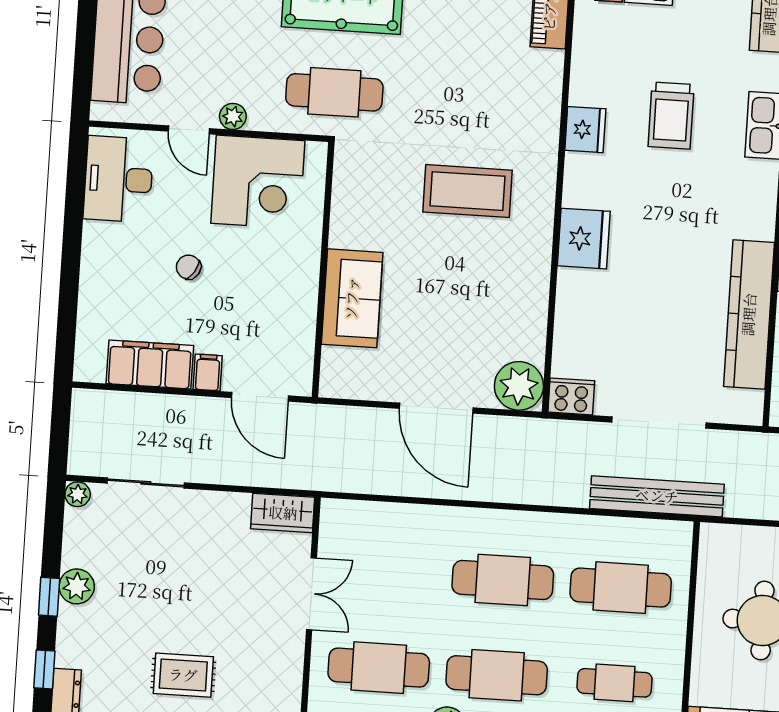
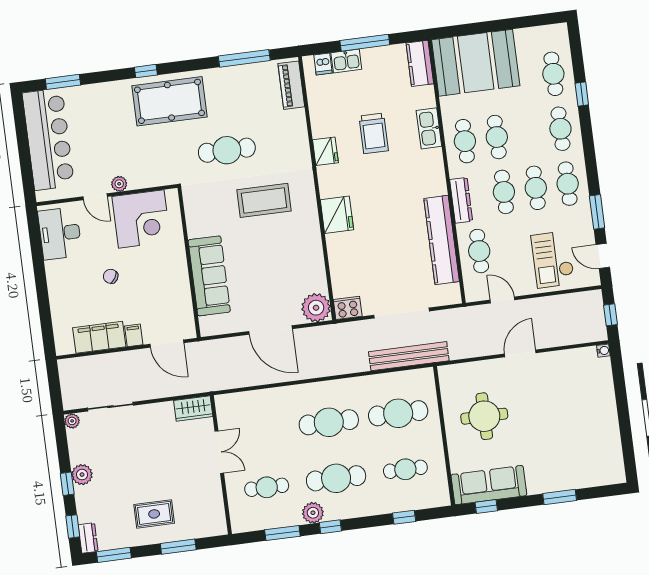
cafe table: (334, 92) -> (227, 150), moved
sofa: (352, 298) -> (209, 276), width x1.36
cafe table: (379, 668) -> (267, 487), width x0.73, depth x0.74

